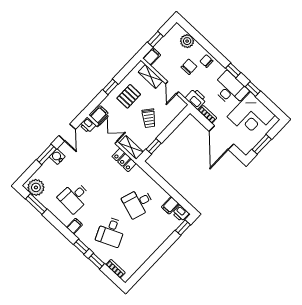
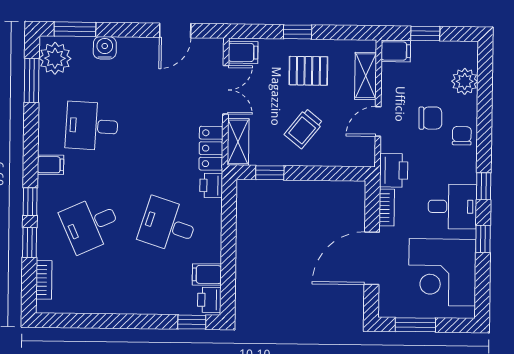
desk: (230, 89) -> (452, 207), width x0.73
printer: (88, 125) -> (211, 185), moved
window: (46, 154) -> (75, 29), moved
water cooler: (57, 157) -> (105, 48), moved

